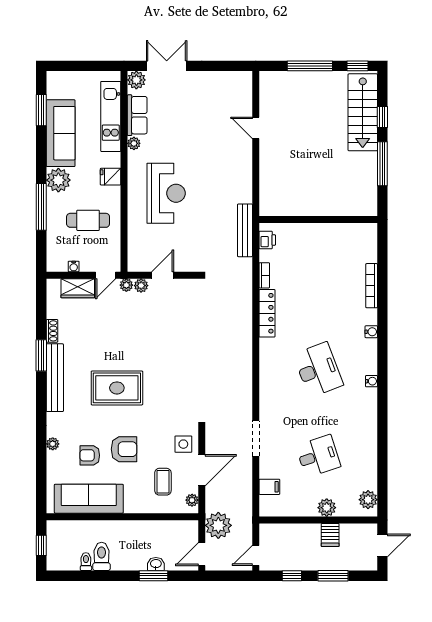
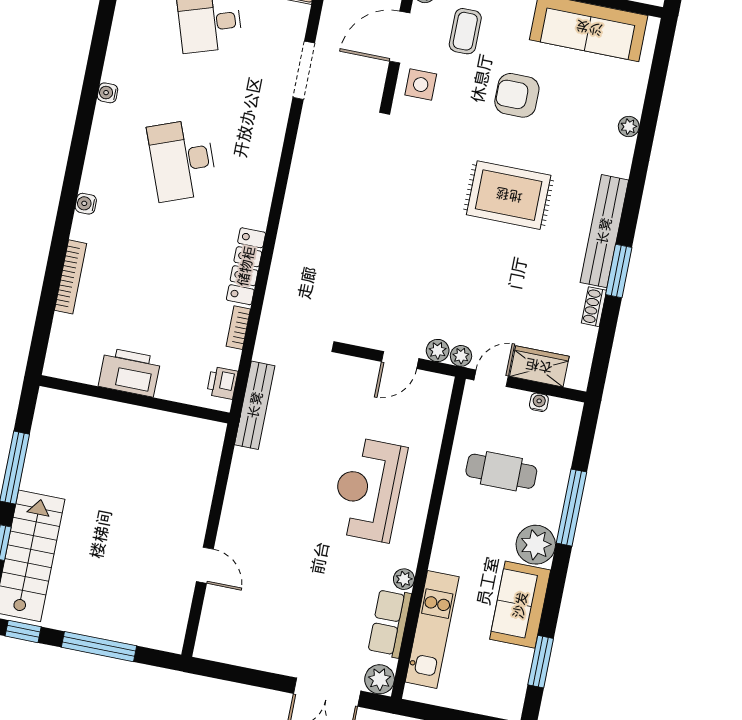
sofa: (61, 133) -> (520, 605), width x0.73
fridge: (111, 177) -> (452, 534), removed
printer: (324, 235) -> (130, 372), added
water cooler: (371, 381) -> (108, 93), moved
armchair: (90, 455) -> (573, 96), removed

